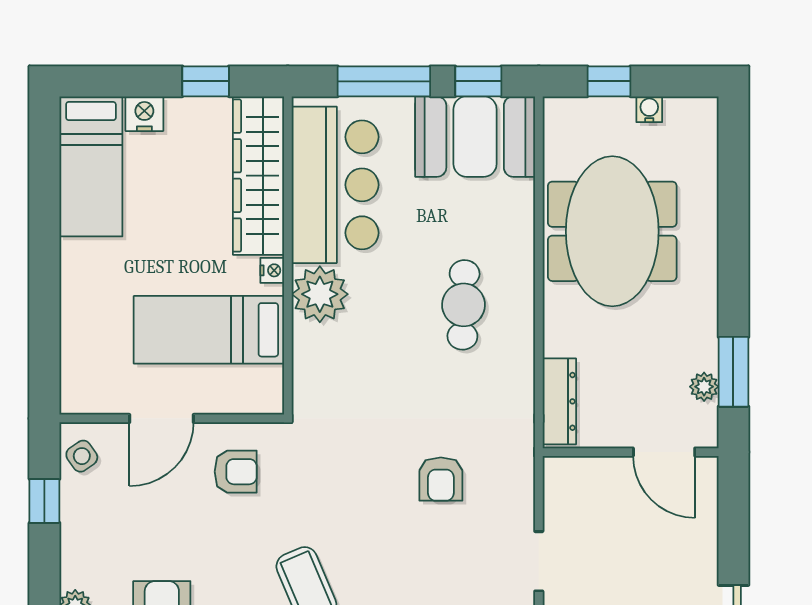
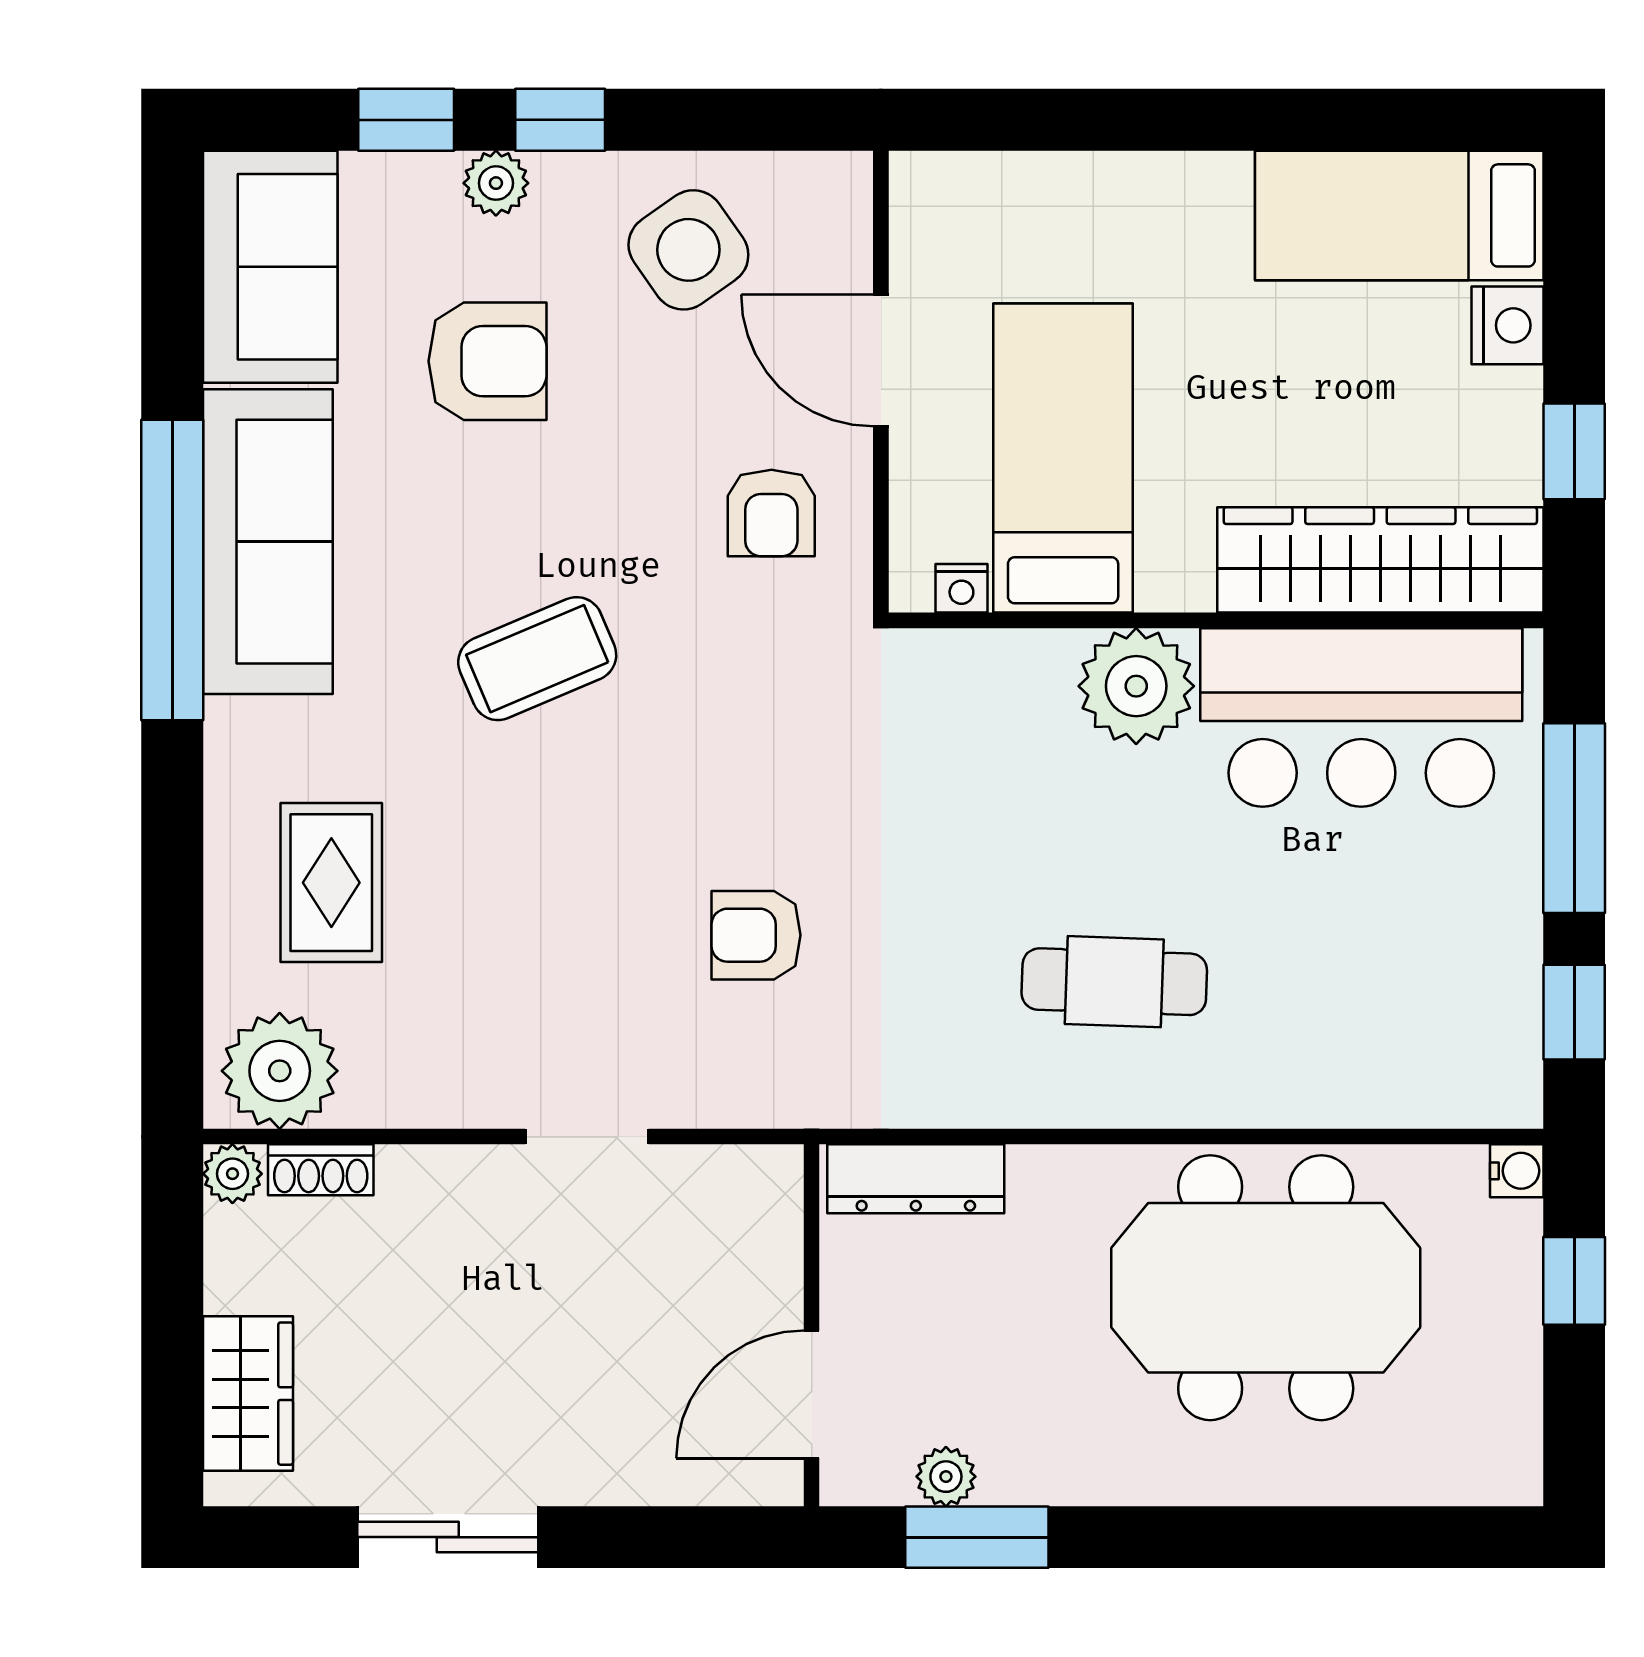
water cooler: (649, 109) -> (1517, 1171), moved
booth: (475, 137) -> (1461, 1006), removed
nightstand: (272, 270) -> (961, 588), moved
side table: (82, 456) -> (688, 250), moved, width x1.87, depth x1.87
window: (44, 501) -> (560, 120), moved

